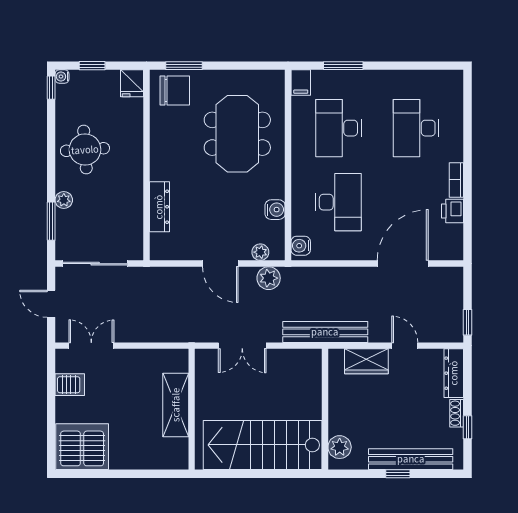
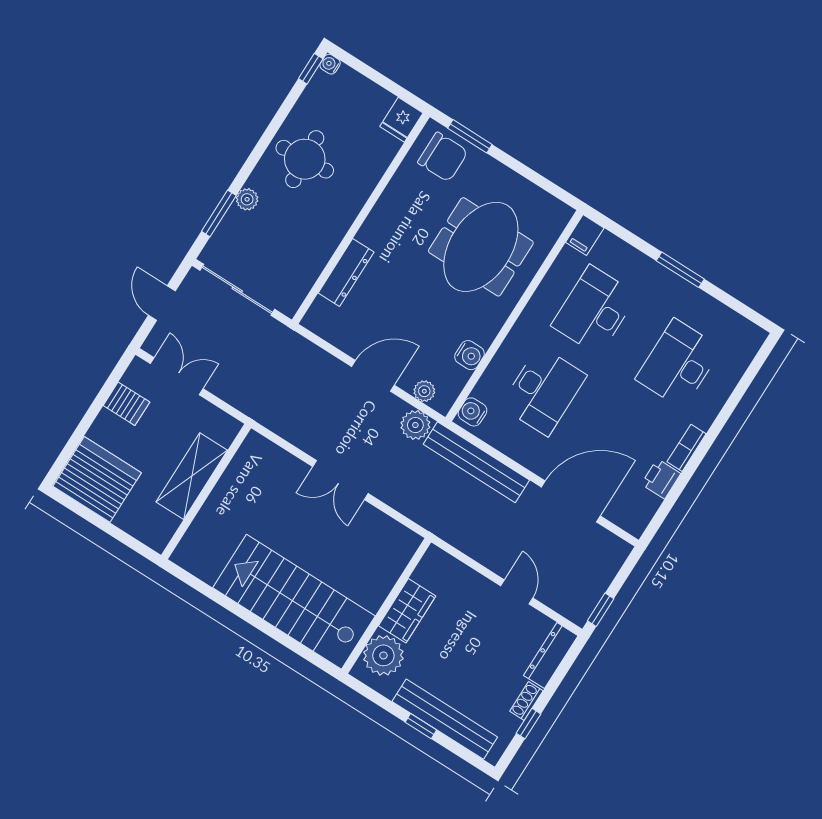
window: (92, 66) -> (370, 73), removed
window: (343, 66) -> (680, 270), moved
door: (220, 264) -> (373, 376), swing flipped
bench: (325, 332) -> (476, 462), moved
wardrobe: (366, 361) -> (407, 611), moved, turned -90
shelving: (176, 405) -> (192, 476), moved
wall: (192, 409) -> (206, 492), moved
plant: (340, 447) -> (383, 655), width x1.36, depth x1.36

